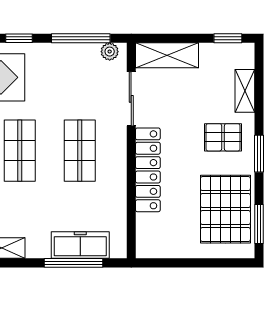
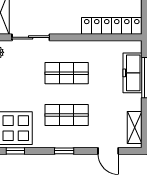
locker: (148, 170) -> (112, 26), moved

